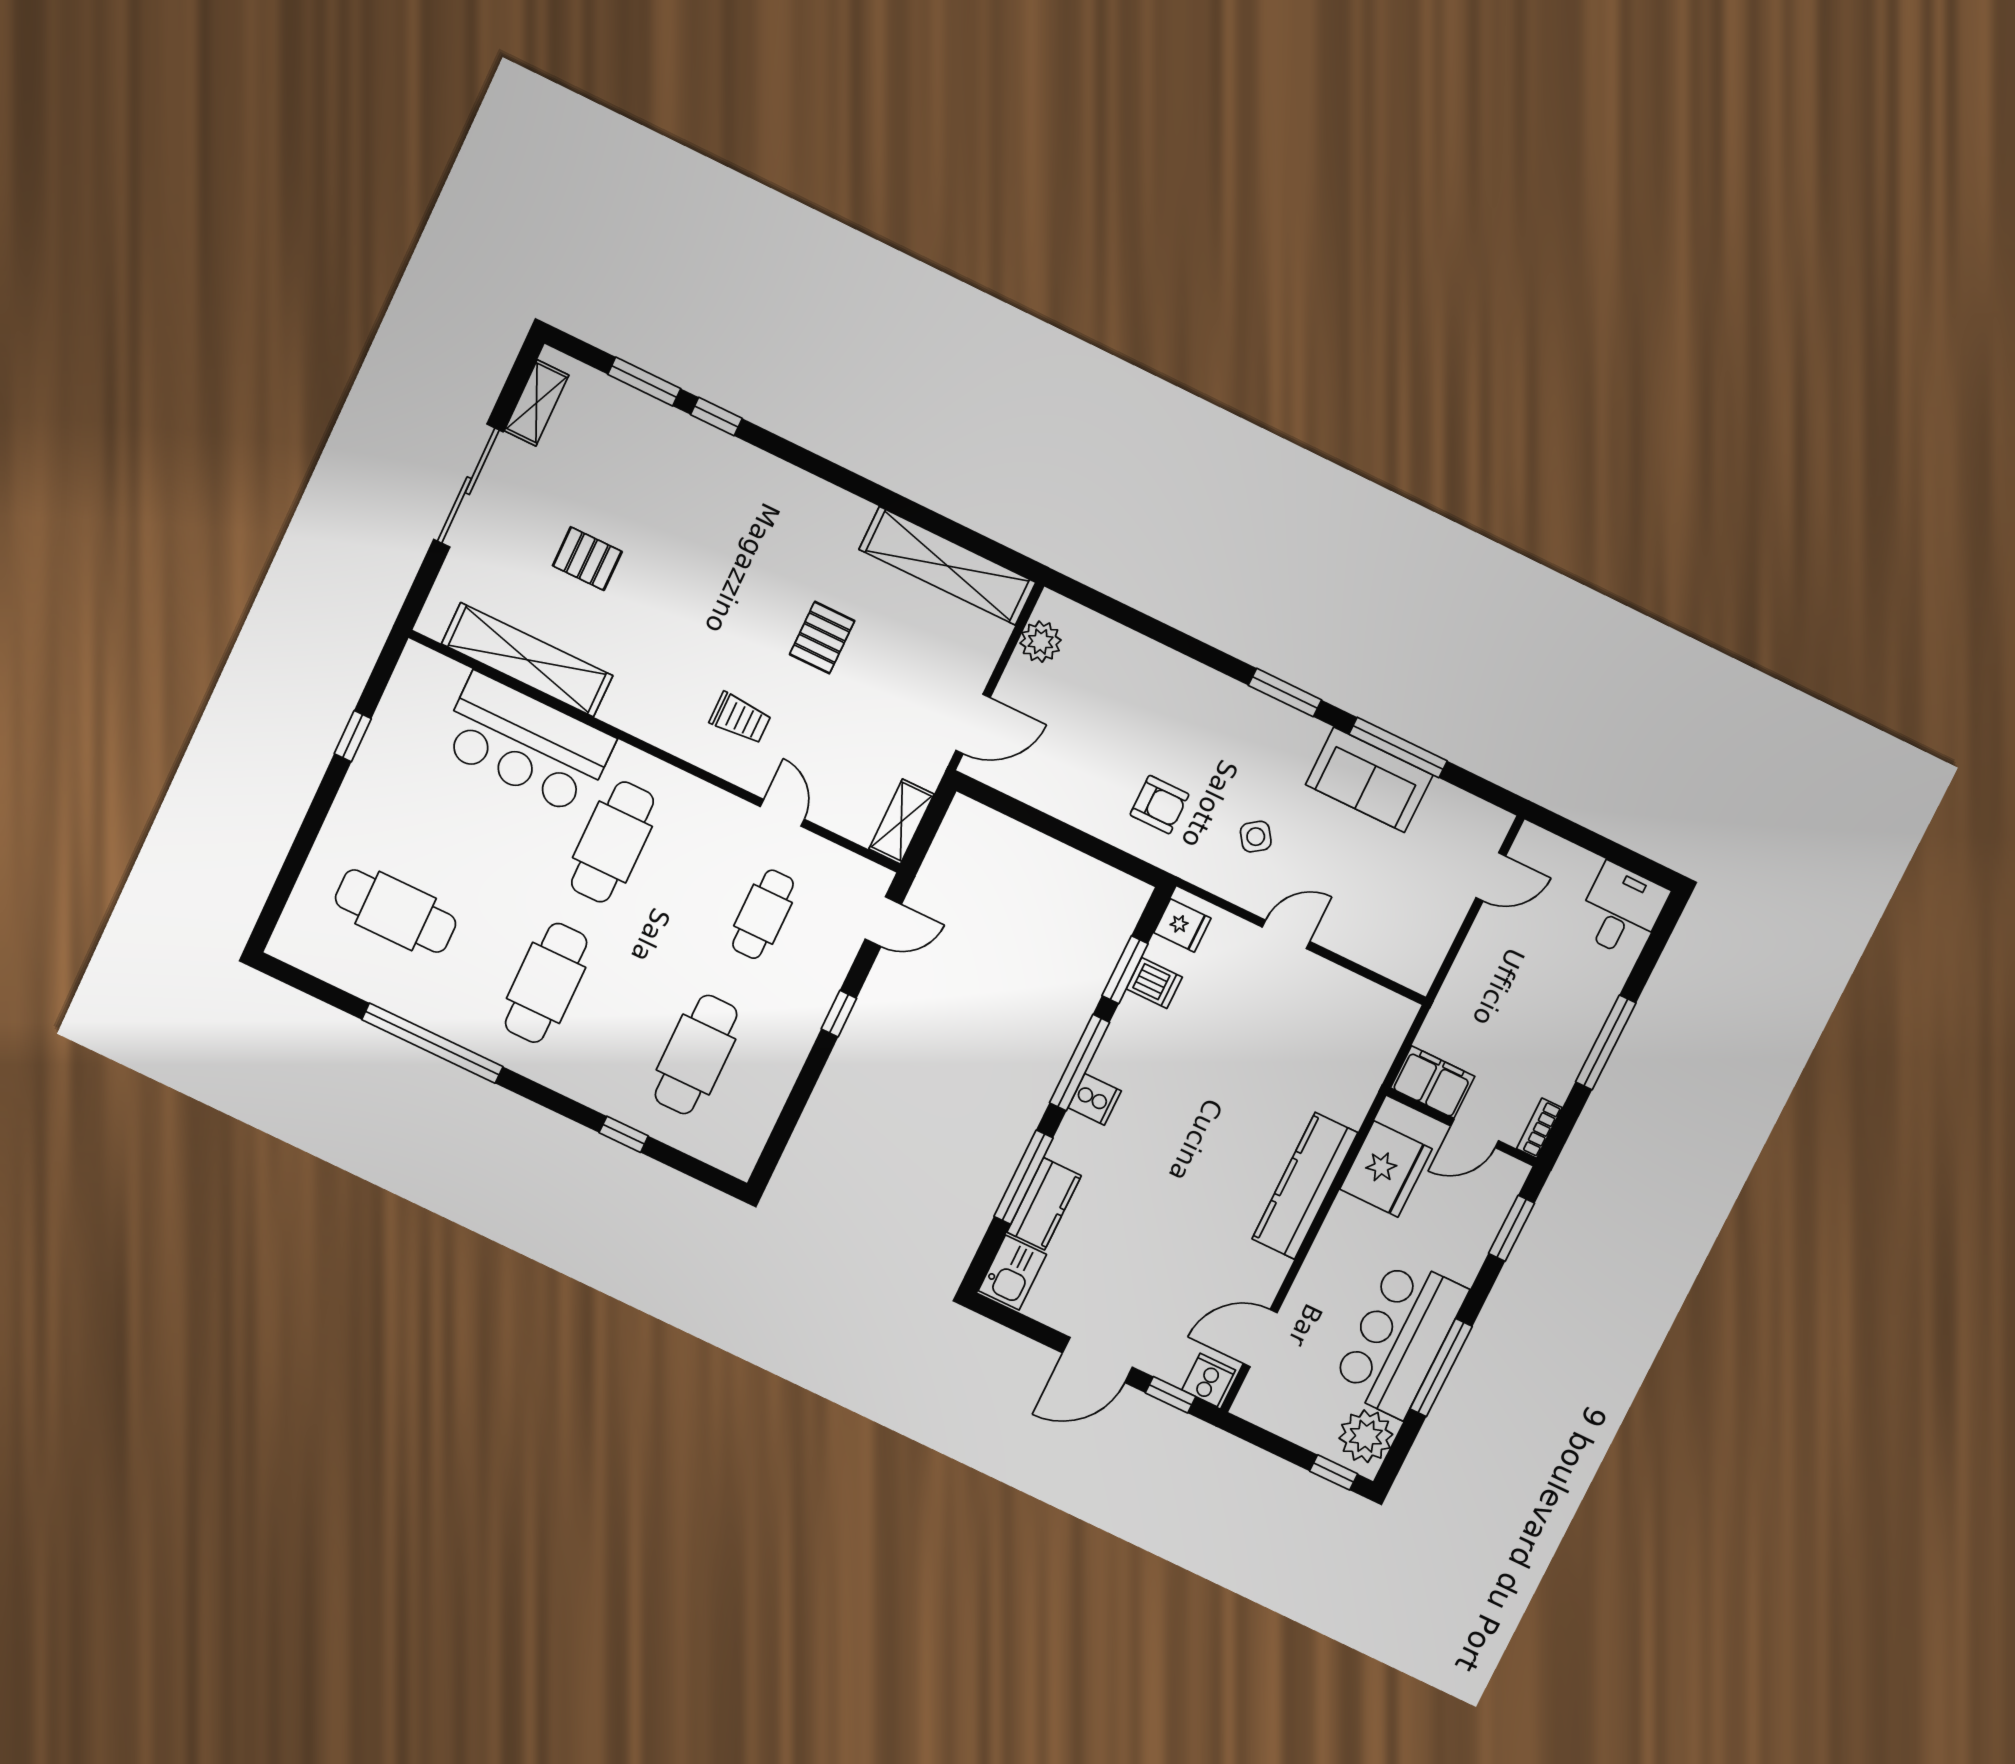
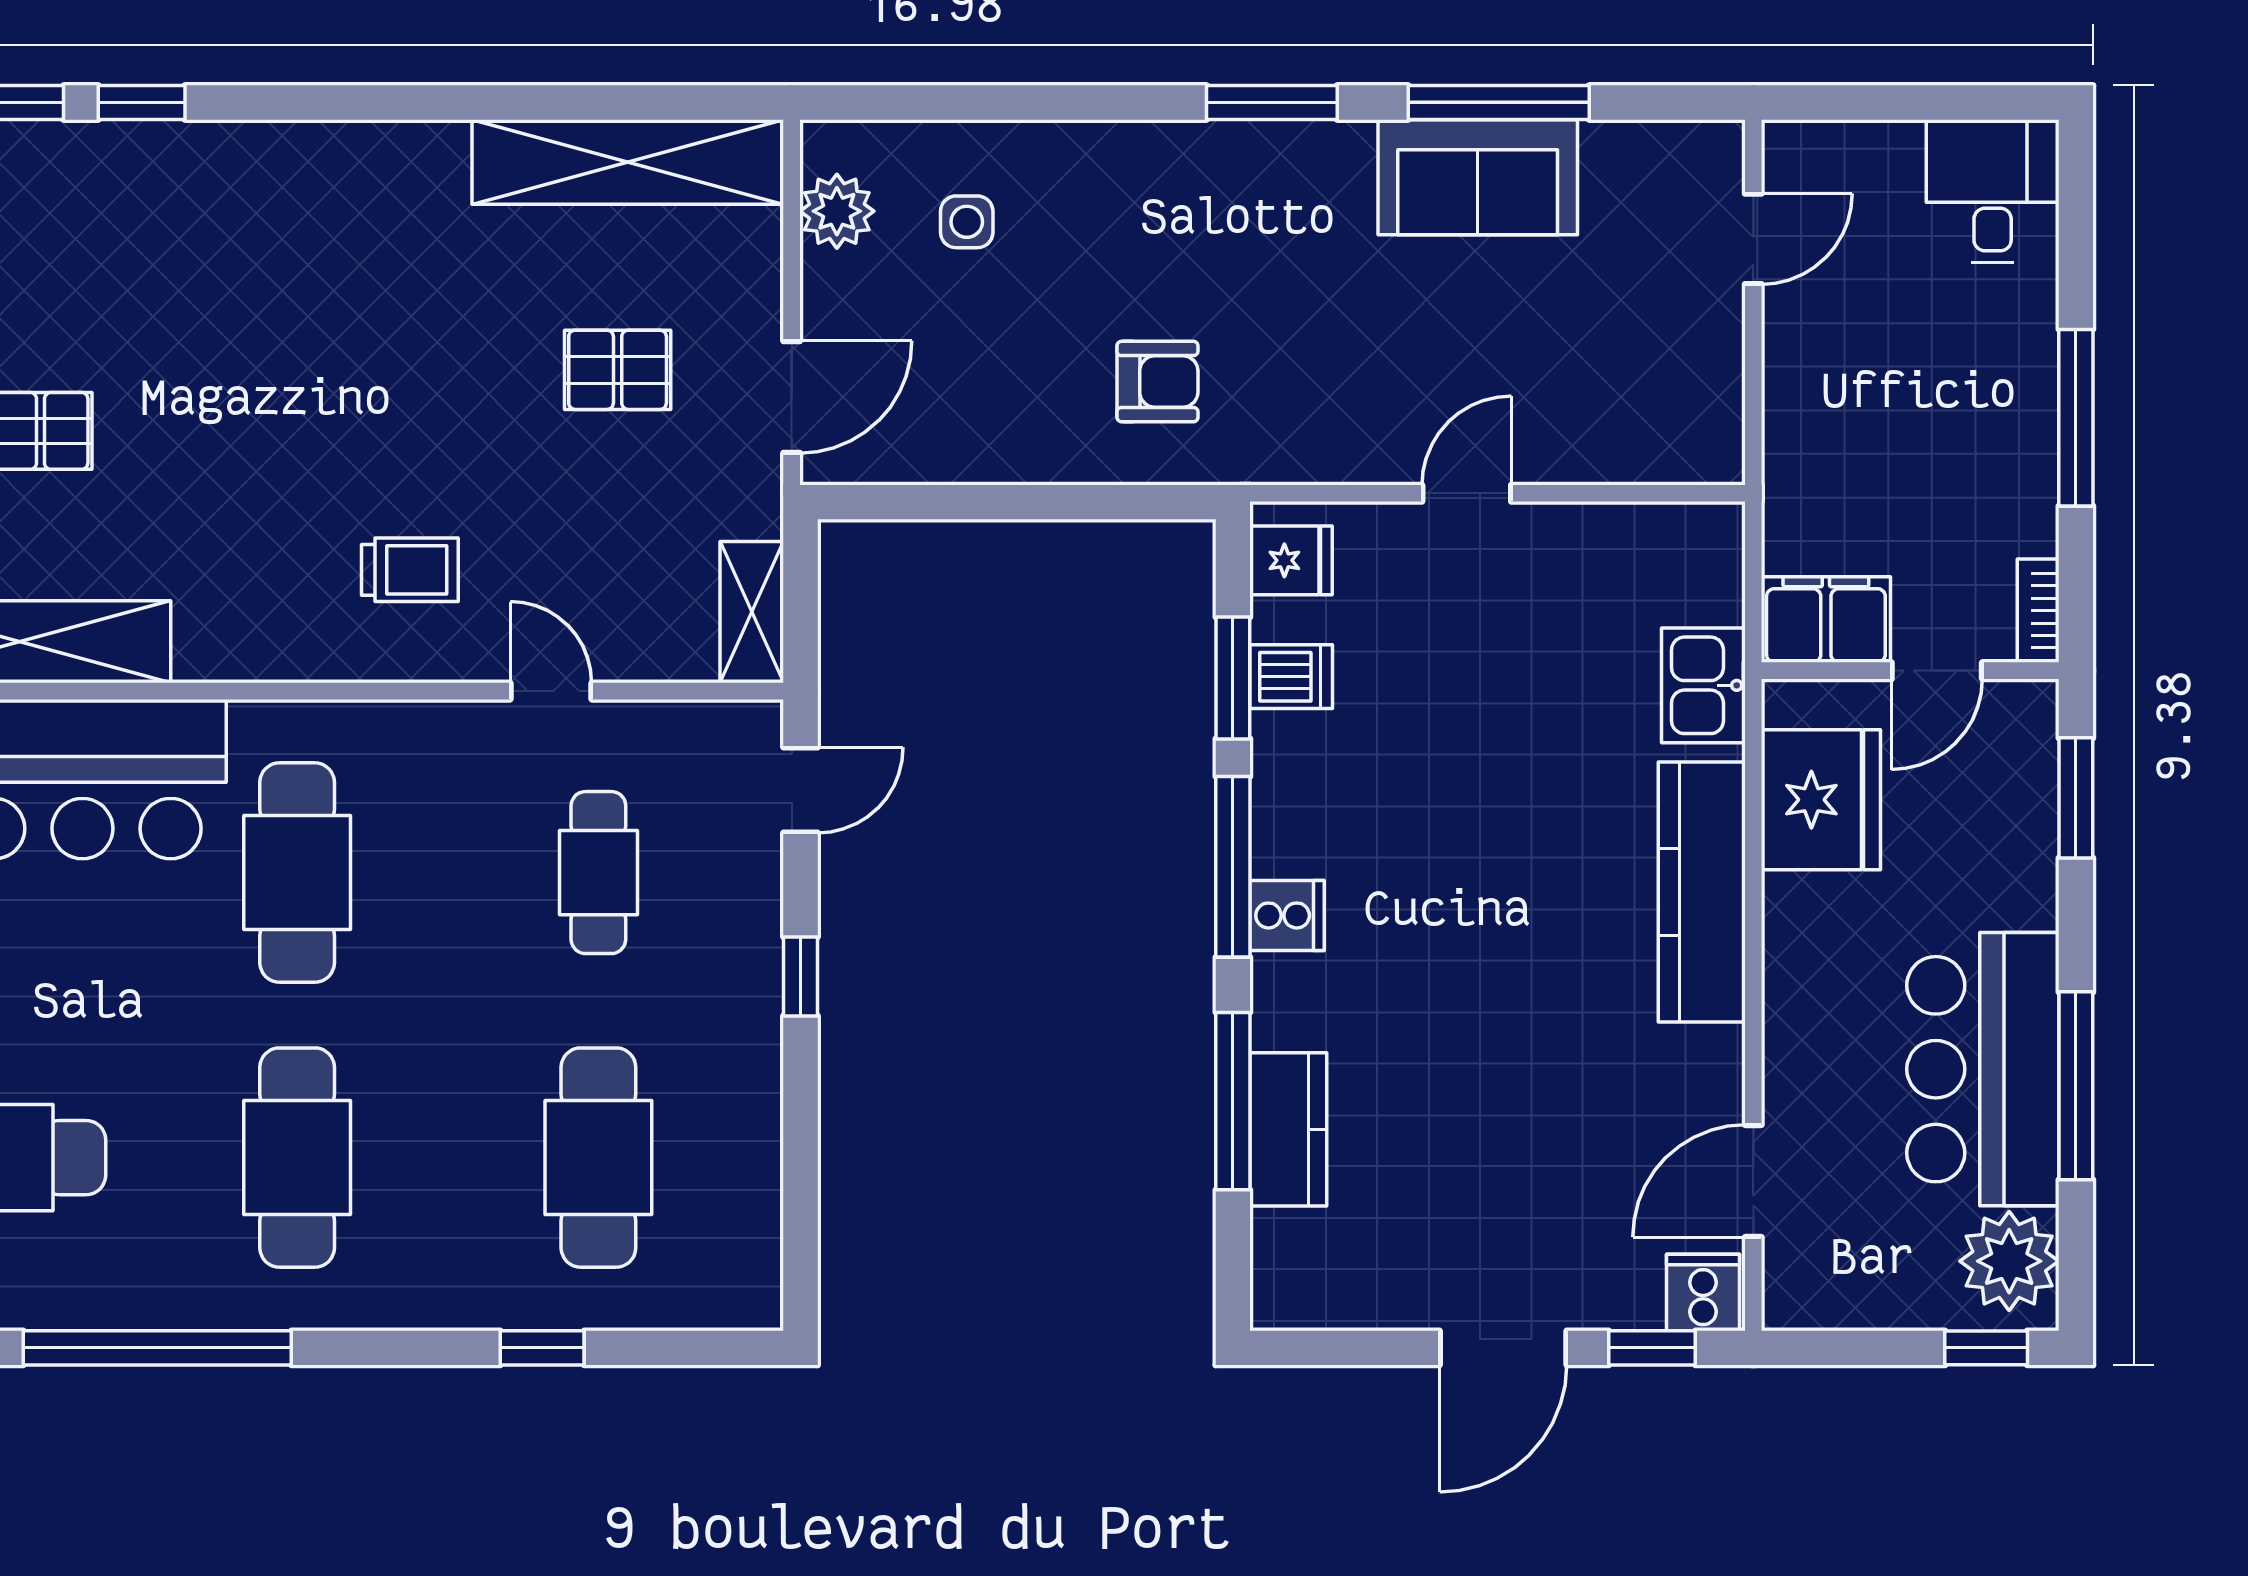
pallet: (822, 638) -> (618, 370), moved, turned 90
side table: (1256, 837) -> (967, 222), moved, turned 35
kitchen sink: (1012, 1273) -> (1703, 685), moved, turned 180

